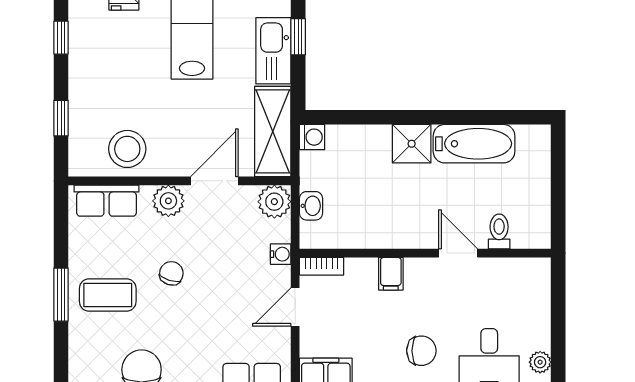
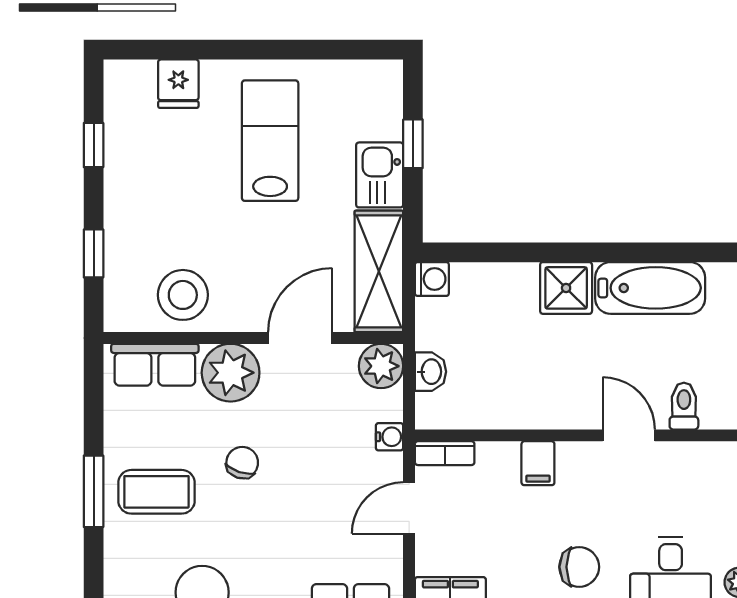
kitchen sink: (273, 51) -> (380, 175), width x0.73
plant: (168, 201) -> (231, 373), width x1.36, depth x1.36

